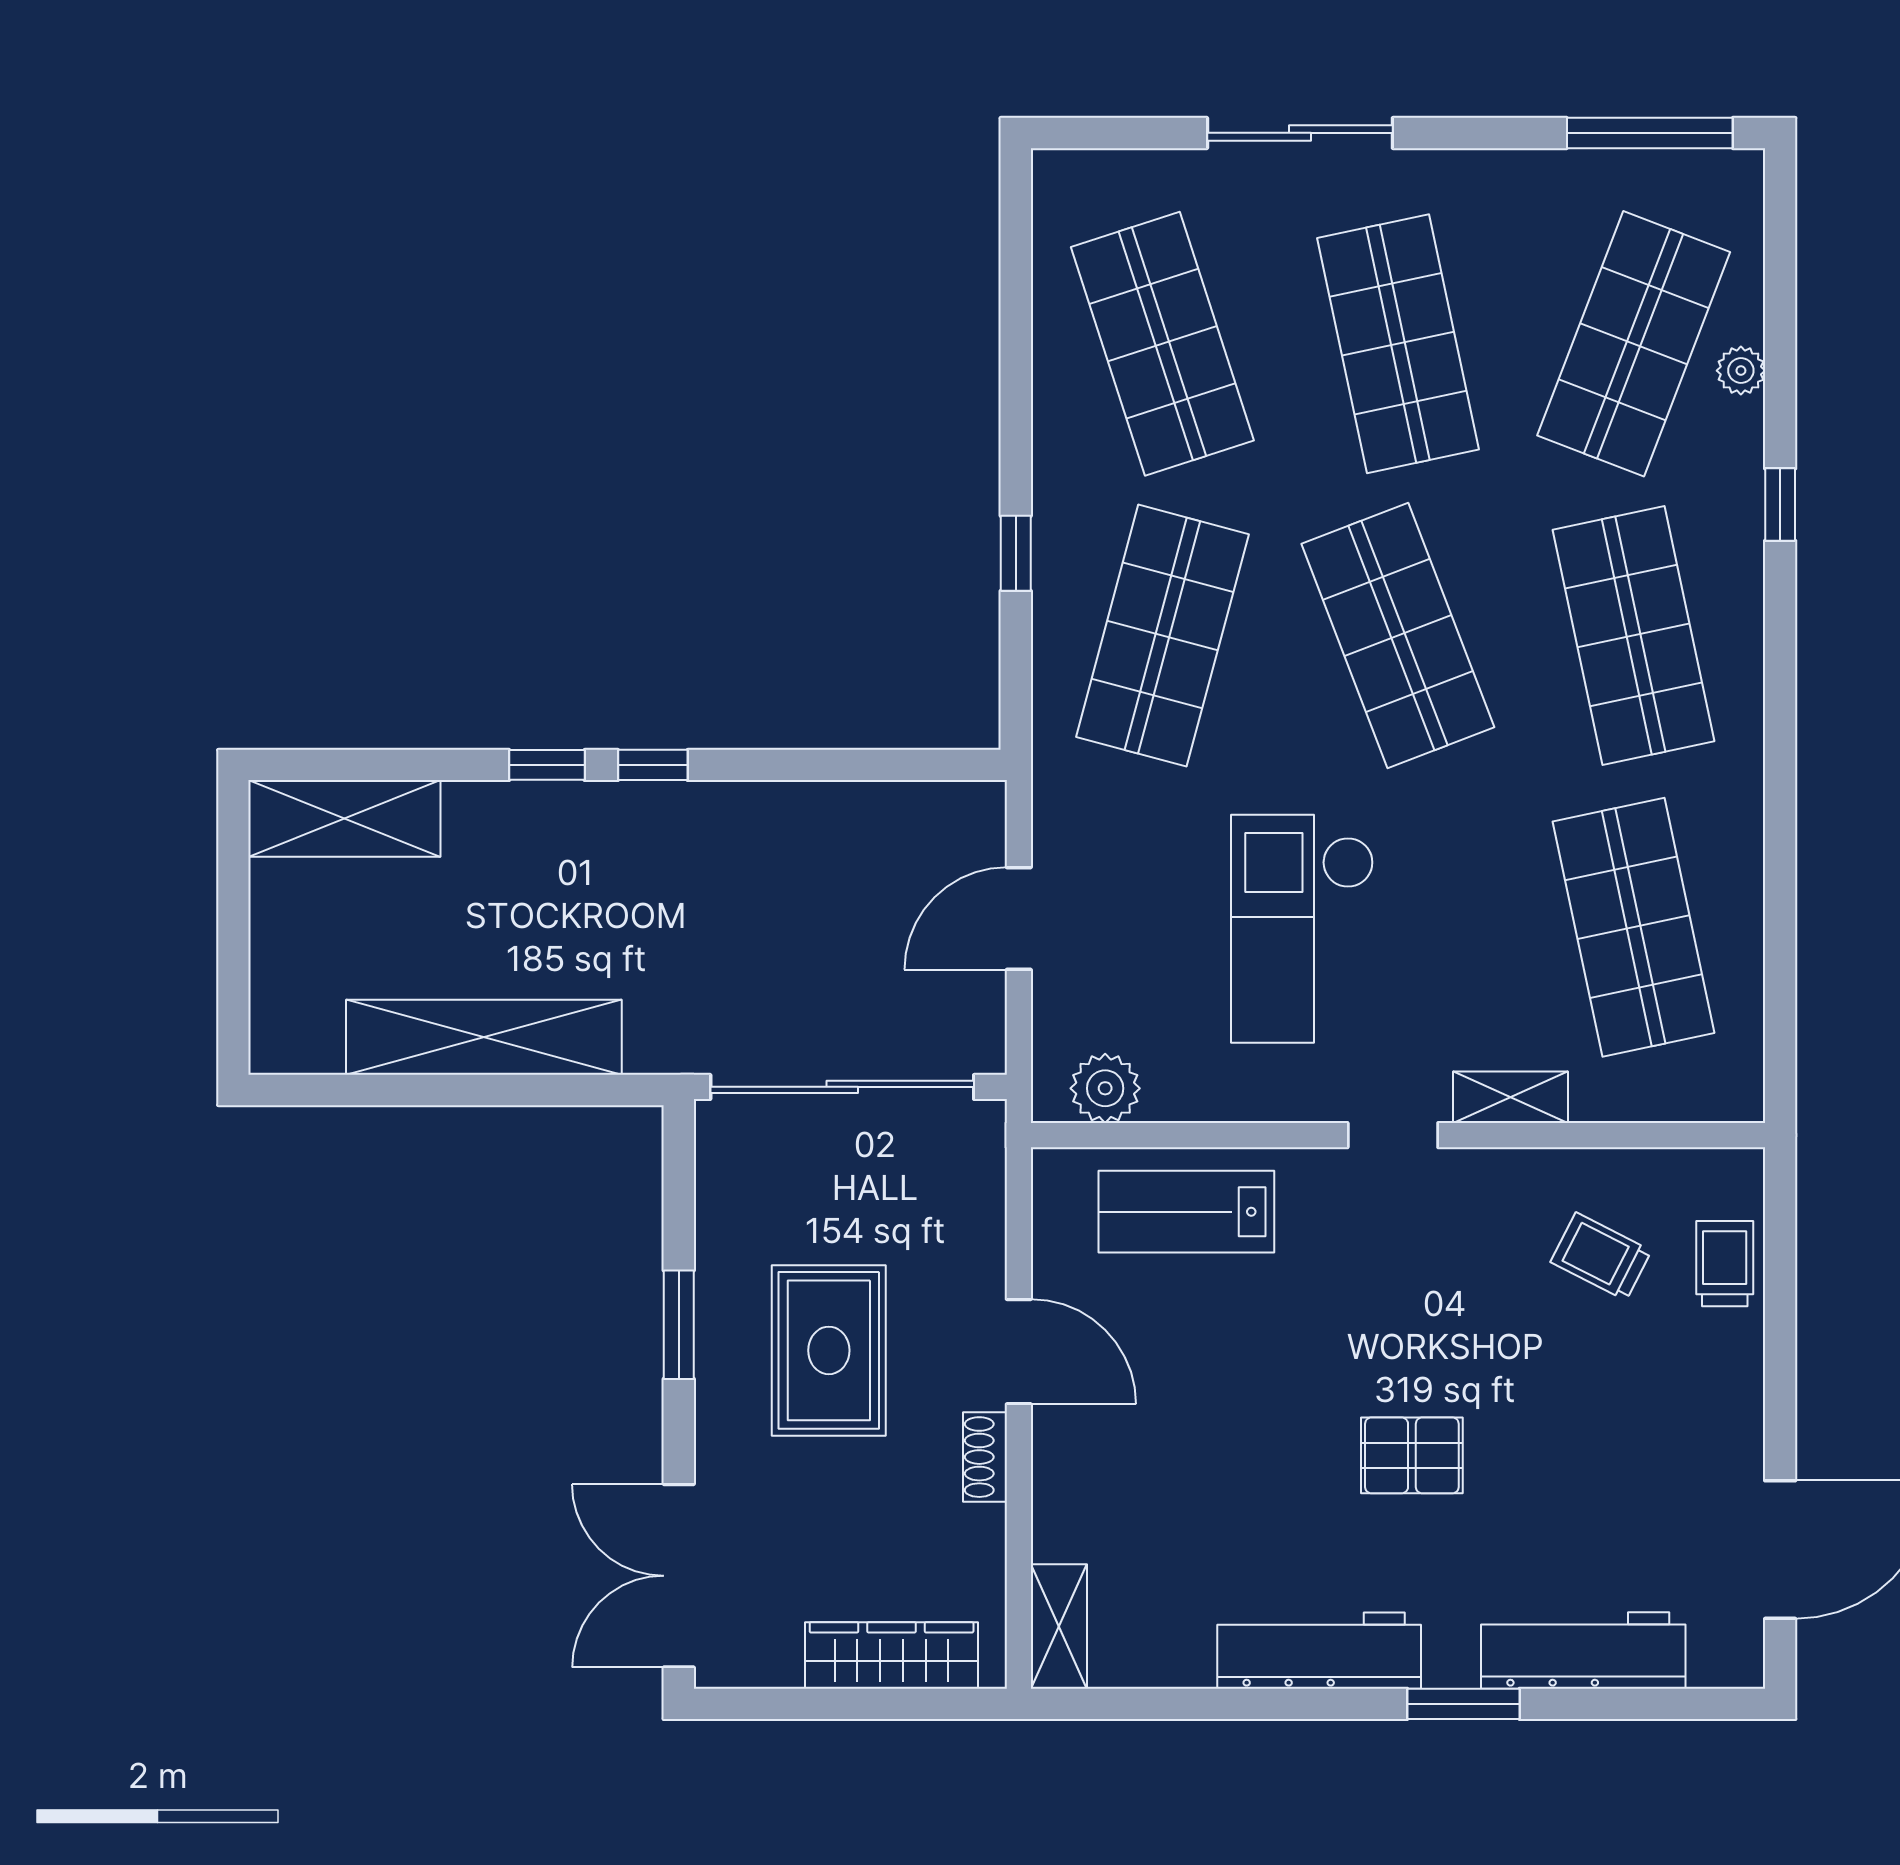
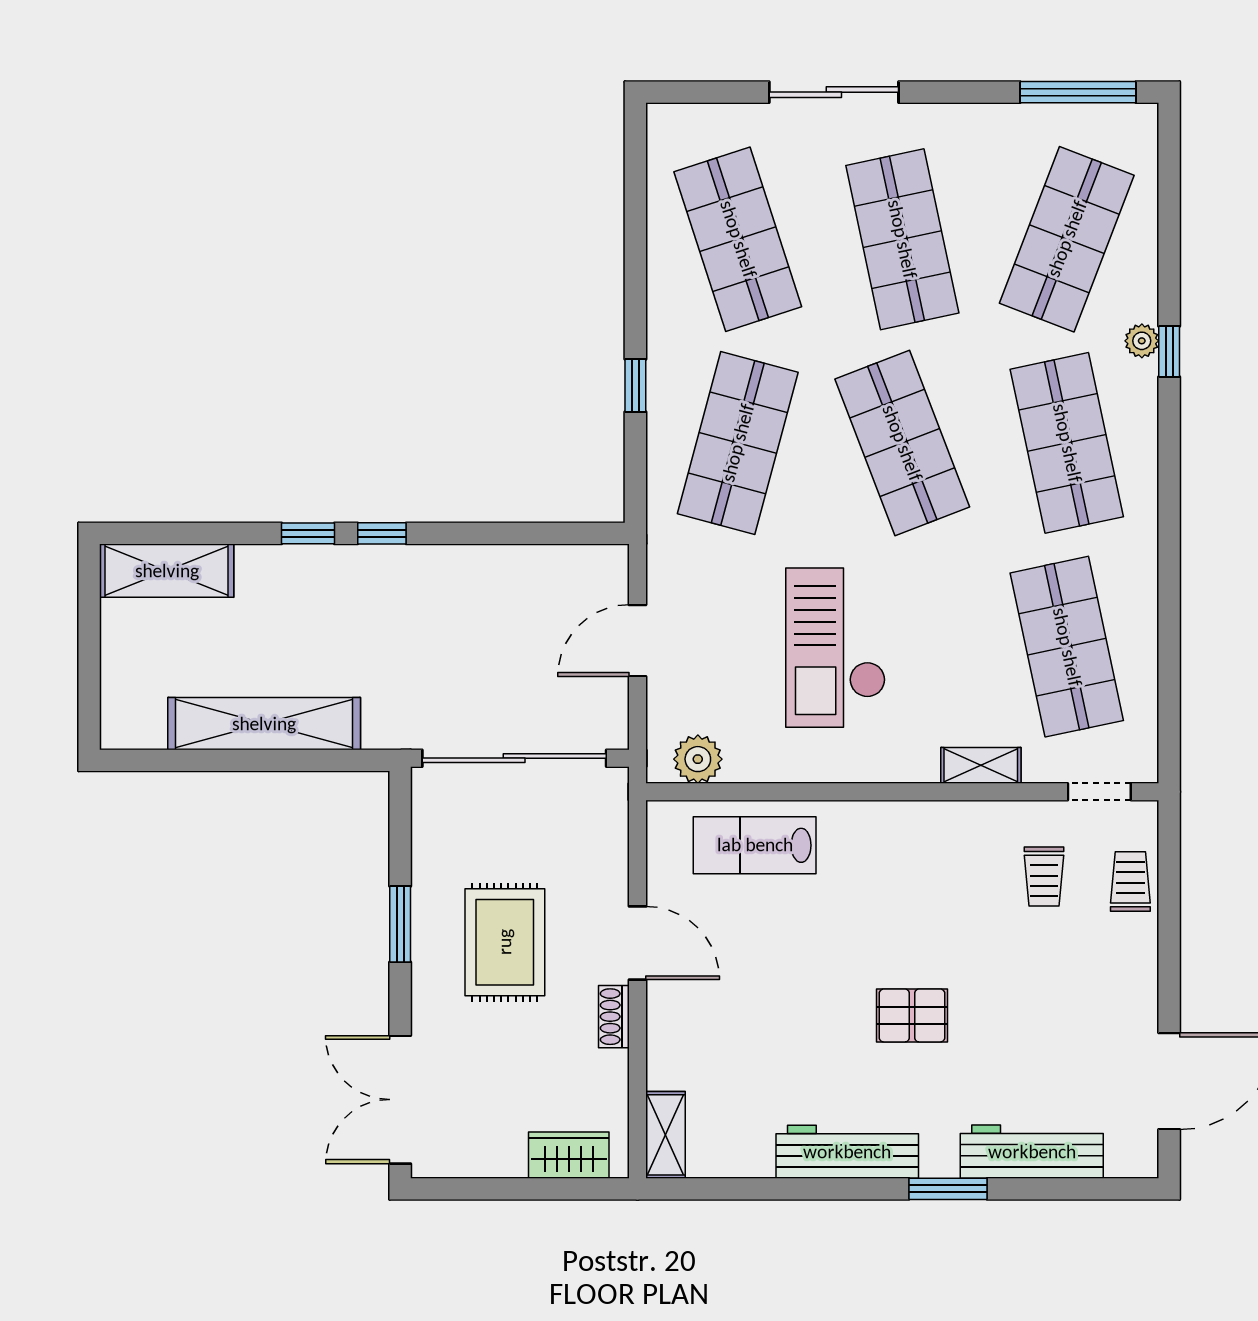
plant: (1741, 371) -> (1142, 341), moved
doorway: (1393, 1135) -> (1099, 792), moved
trolley: (1601, 1256) -> (1044, 877), turned -117
wardrobe: (892, 1655) -> (569, 1155), width x0.67

